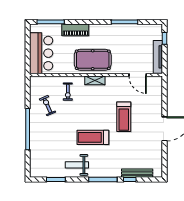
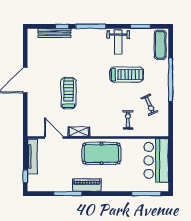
piano: (75, 30) -> (87, 185), moved
shelving: (95, 80) -> (79, 132), moved
treadmill: (93, 137) -> (127, 75), moved
exercise mat: (37, 162) -> (160, 45), added
weight bench: (77, 165) -> (118, 42), turned 90

